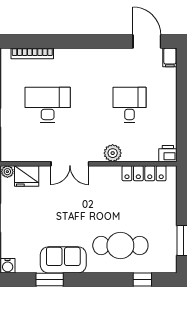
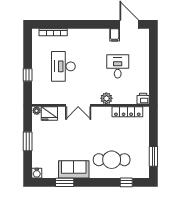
filing cabinet: (170, 57) -> (115, 35), moved
desk: (48, 105) -> (63, 66), turned -90

